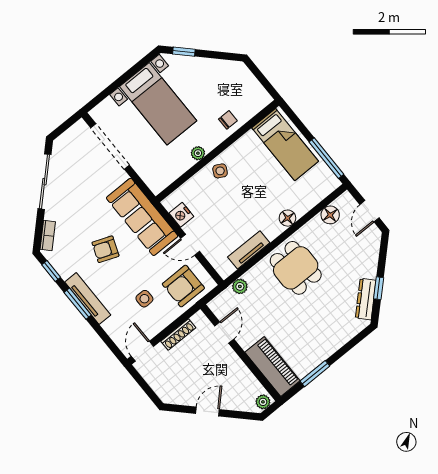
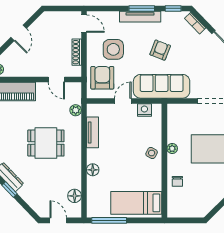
dining table: (296, 268) -> (46, 143), moved
side table: (144, 299) -> (113, 49), width x1.87, depth x1.87

